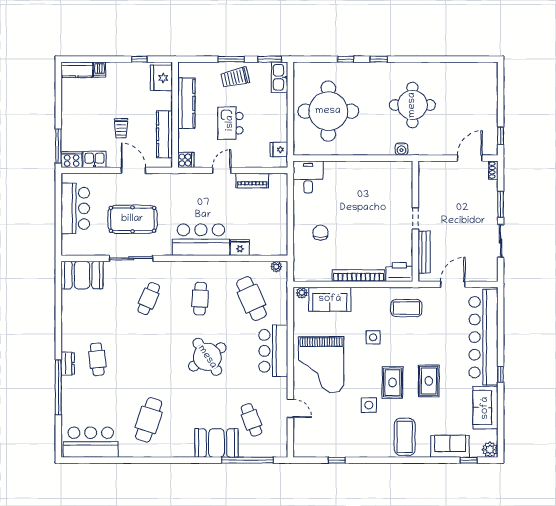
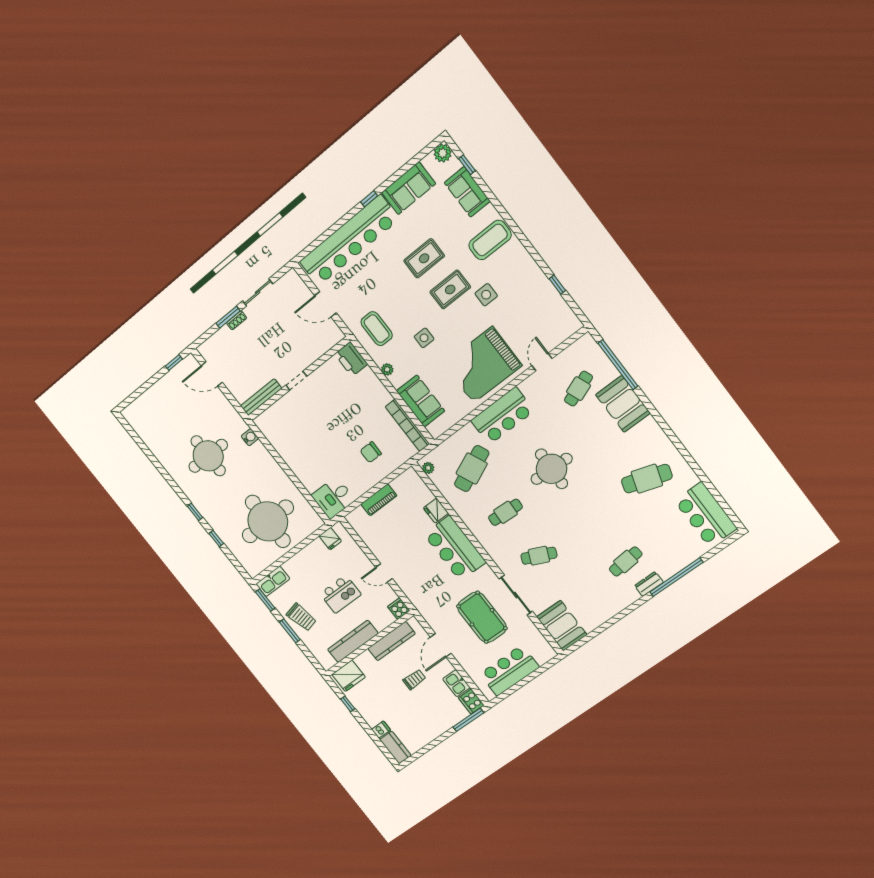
shoe rack: (493, 170) -> (237, 320), moved
piano: (252, 180) -> (379, 500), moved, turned 90
bench: (424, 252) -> (261, 397), moved
bookcase: (359, 276) -> (407, 425), moved
plant: (302, 293) -> (387, 369), moved
round table: (207, 357) -> (552, 469), turned 36
grand piano: (321, 365) -> (483, 365), turned 180

